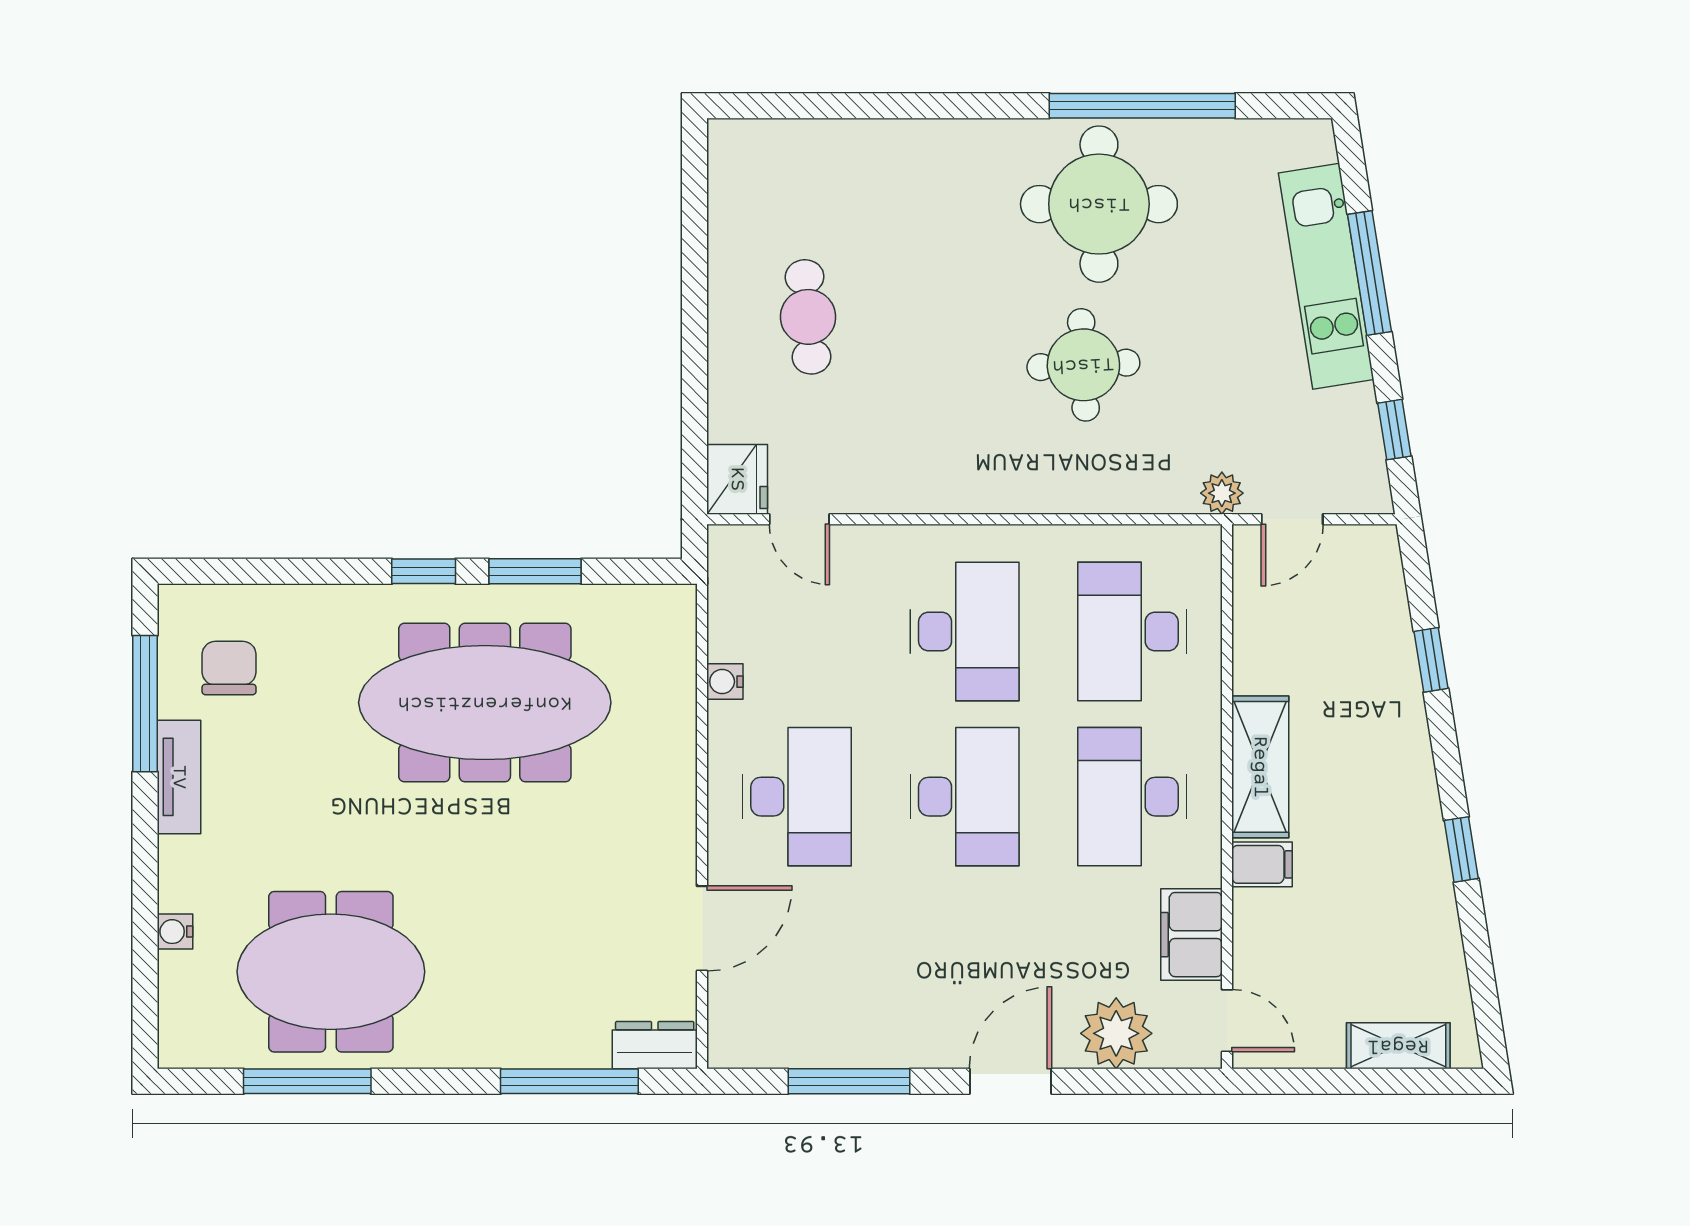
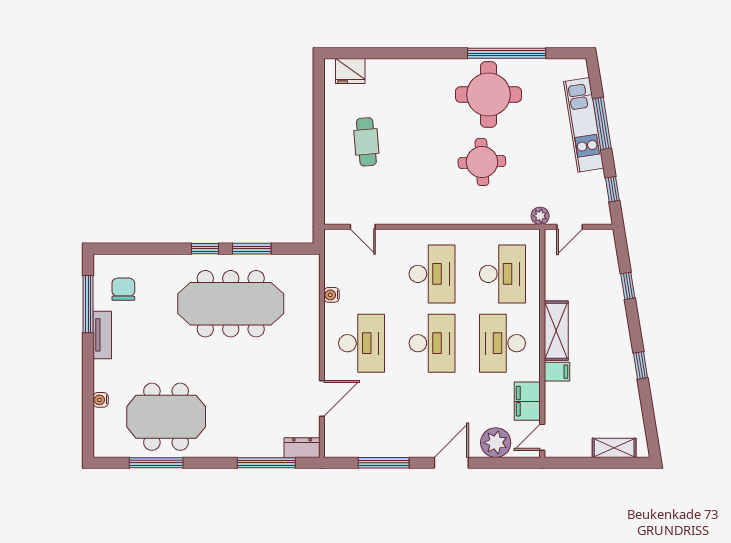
fridge: (737, 479) -> (350, 71), moved, turned 90
desk: (1132, 632) -> (502, 274), turned 180
door: (1227, 1021) -> (542, 437), swing flipped

